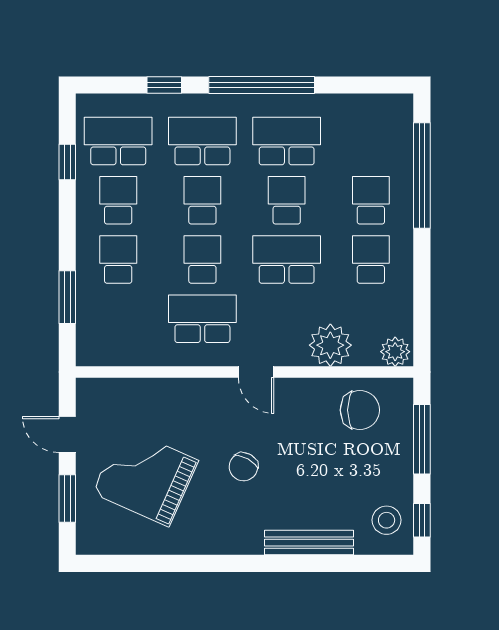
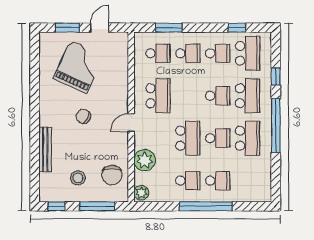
window: (422, 176) -> (206, 206), moved
school desk: (202, 260) -> (158, 53), moved
stool: (387, 520) -> (78, 178), moved

